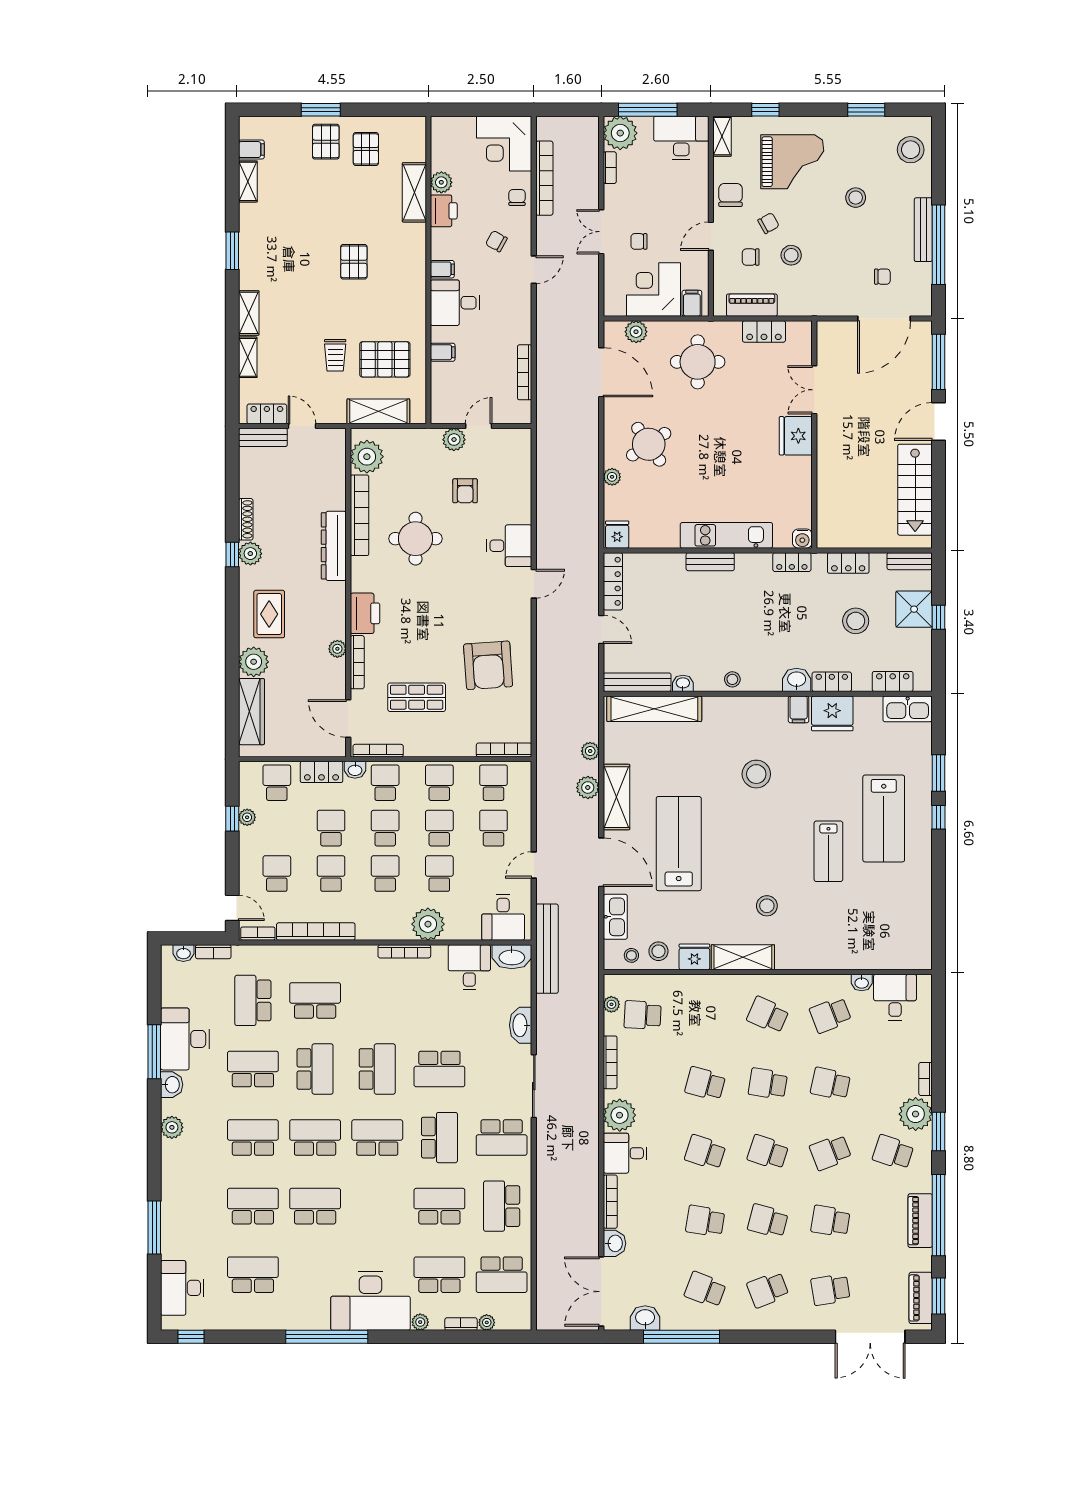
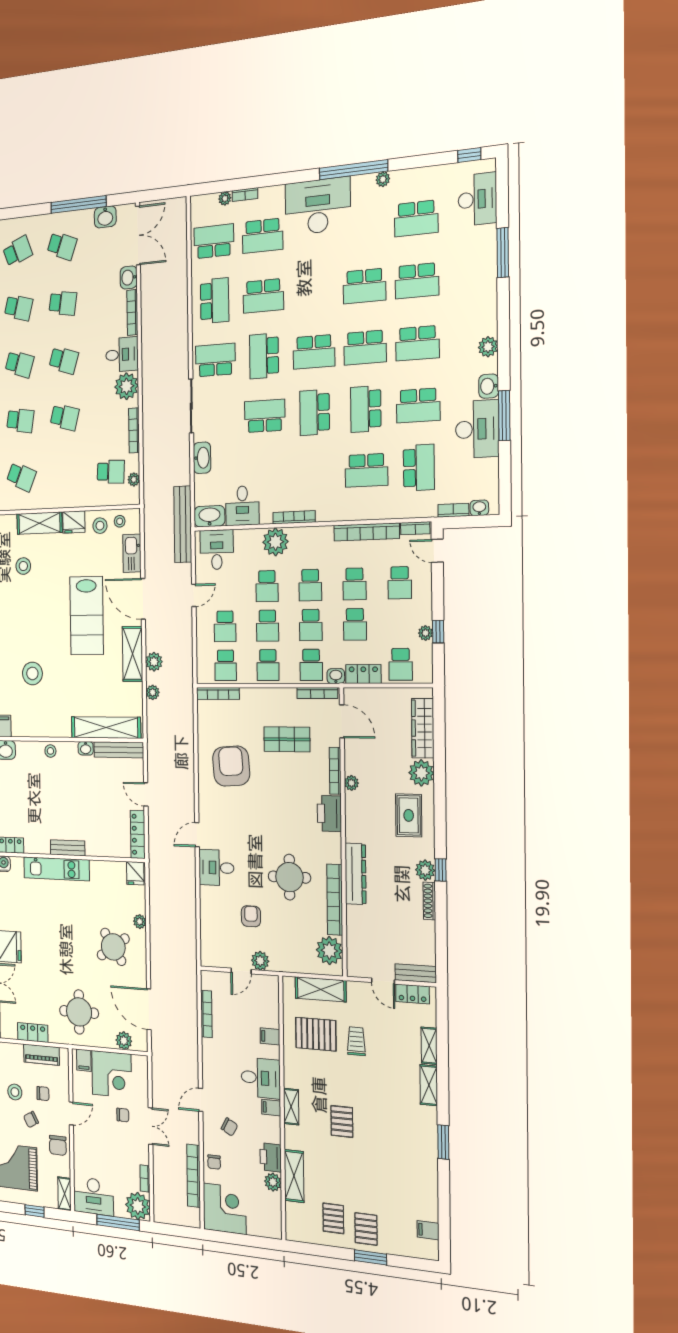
shelving: (248, 181) -> (291, 1107), moved
plant: (420, 1322) -> (383, 179), moved

